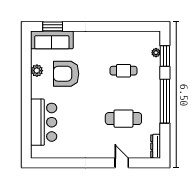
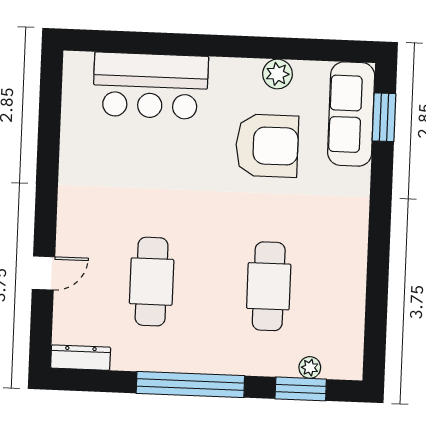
cafe table: (123, 71) -> (269, 286), width x1.37, depth x1.35
armchair: (66, 74) -> (267, 146), turned 90

